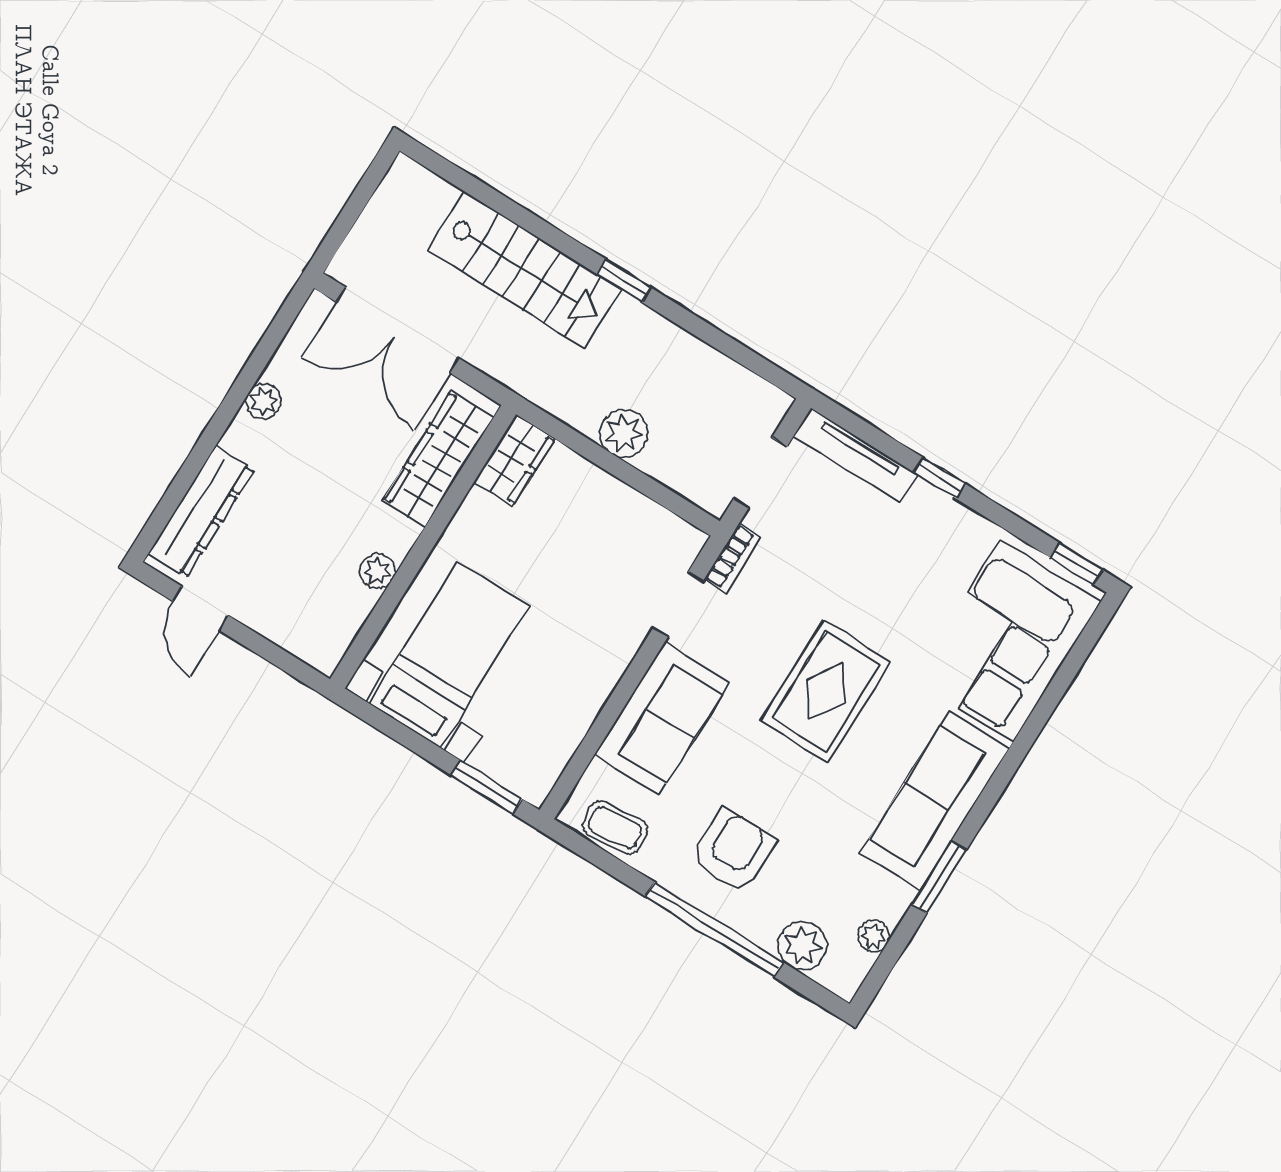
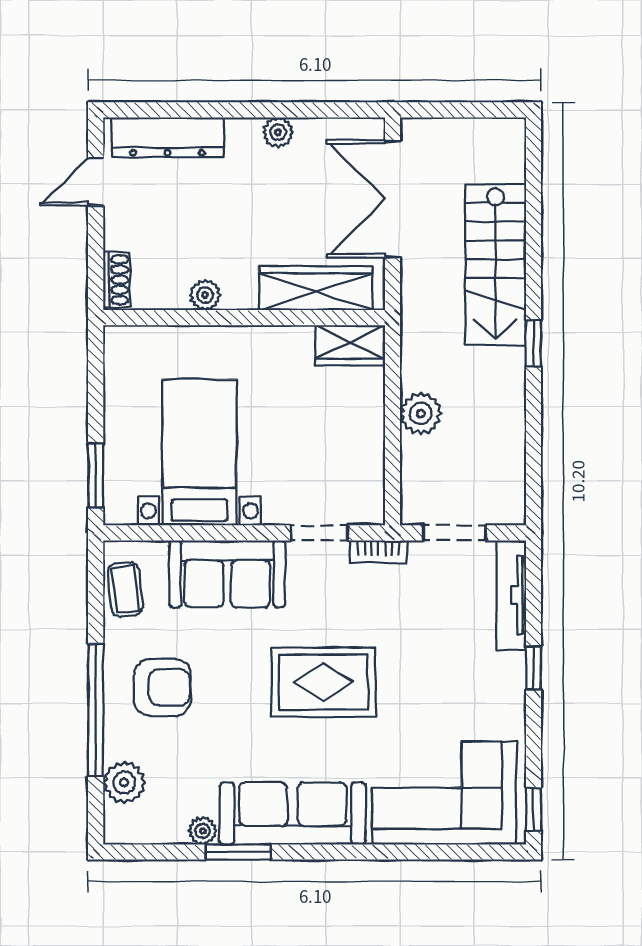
shoe rack: (309, 648) -> (117, 280), added
bed with nightstands: (449, 655) -> (199, 452), moved, turned -90
plant: (874, 936) -> (203, 831), moved

